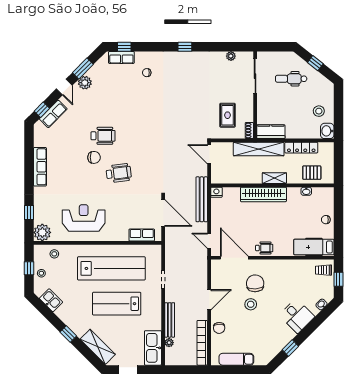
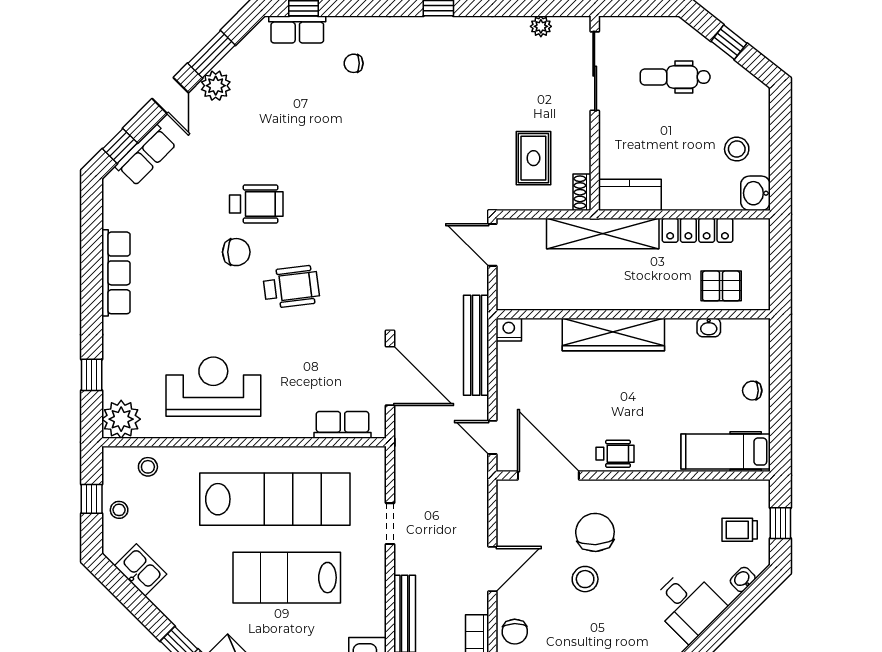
shelving: (274, 178) -> (638, 298), removed
trolley: (324, 270) -> (740, 530), moved

